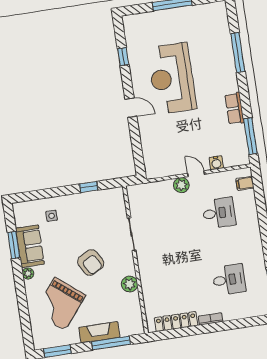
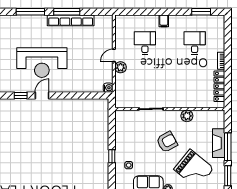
door: (131, 108) -> (42, 95), moved
row of seats: (234, 108) -> (71, 20), width x2.02
window: (250, 136) -> (67, 12), moved
water cooler: (216, 163) -> (108, 88), moved
filing cabinet: (245, 183) -> (164, 21), moved
window: (89, 187) -> (112, 156), moved
window: (111, 343) -> (228, 147), moved

